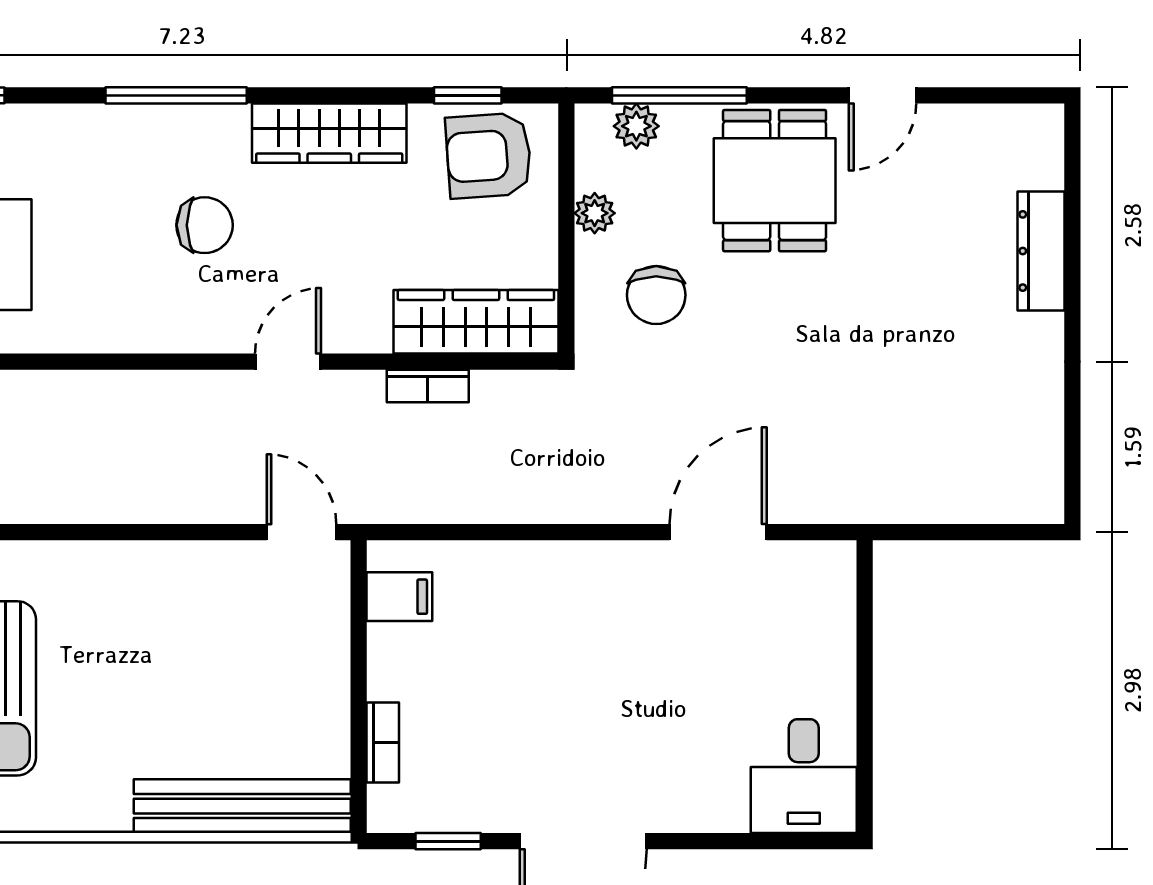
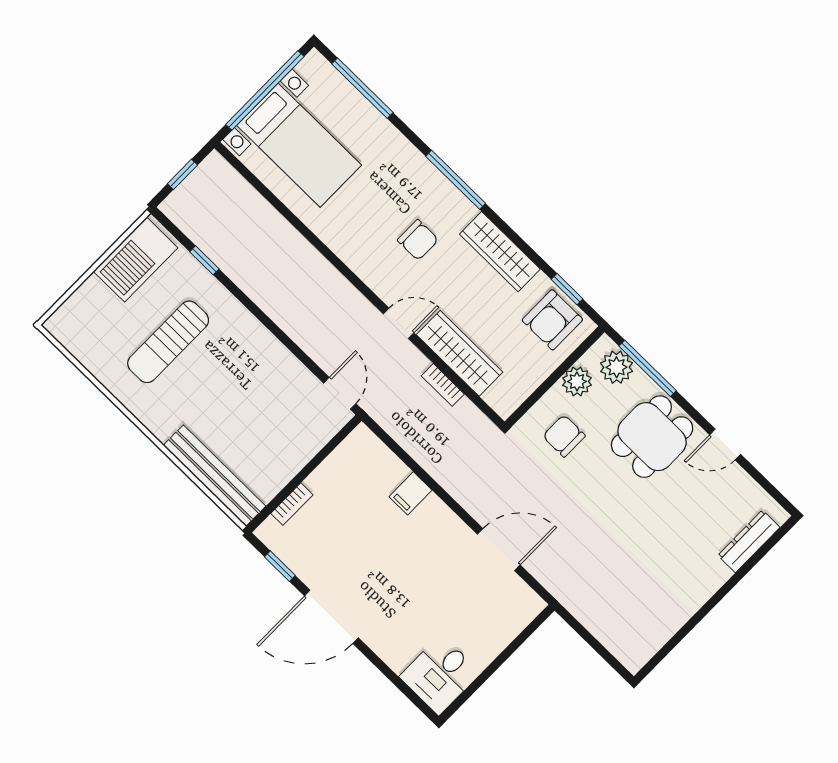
plant: (636, 126) -> (617, 367), width x1.38, depth x1.38
armchair: (489, 156) -> (552, 320), turned -86
plant: (595, 213) -> (577, 382), width x1.38, depth x1.38
dresser: (1041, 251) -> (749, 541), moved
chair: (656, 295) -> (564, 436), turned 90
wardrobe: (476, 322) -> (460, 353), moved
filing cabinet: (399, 597) -> (410, 493), moved, turned 90

